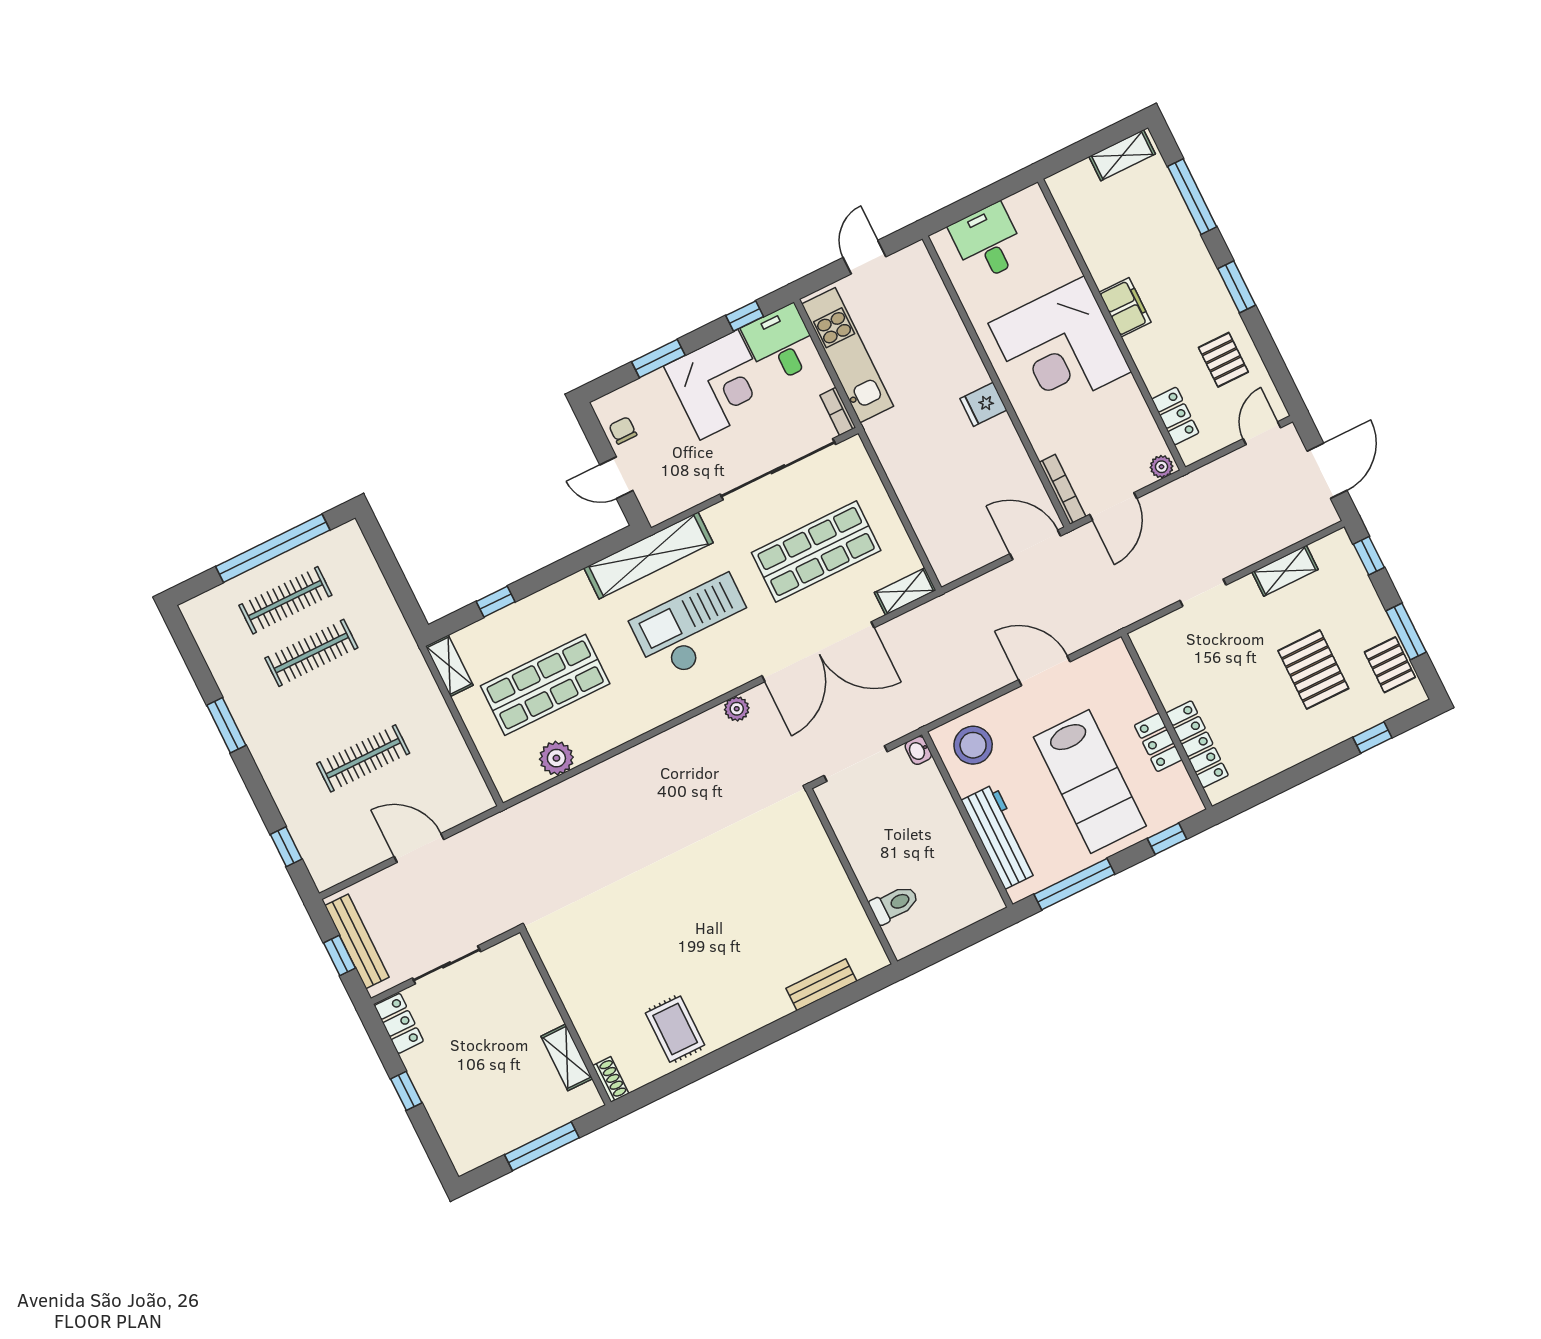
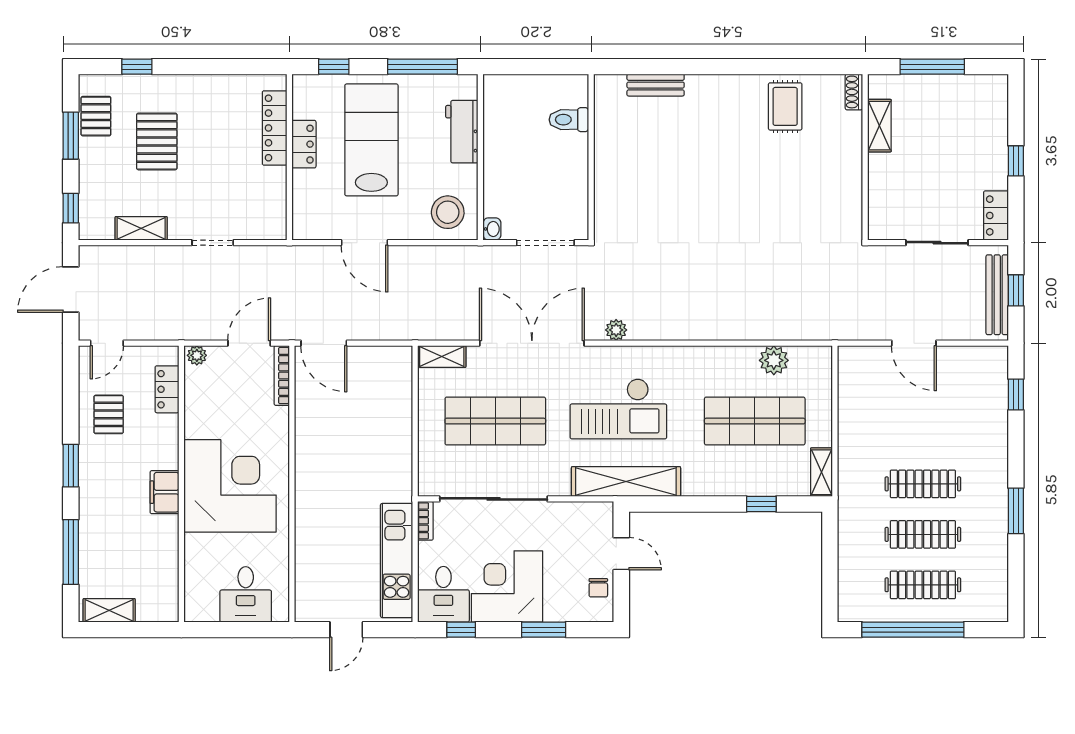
fridge: (983, 404) -> (310, 471), removed
clothes rail: (363, 758) -> (923, 484), moved
workbench: (1000, 837) -> (462, 132), width x0.73

